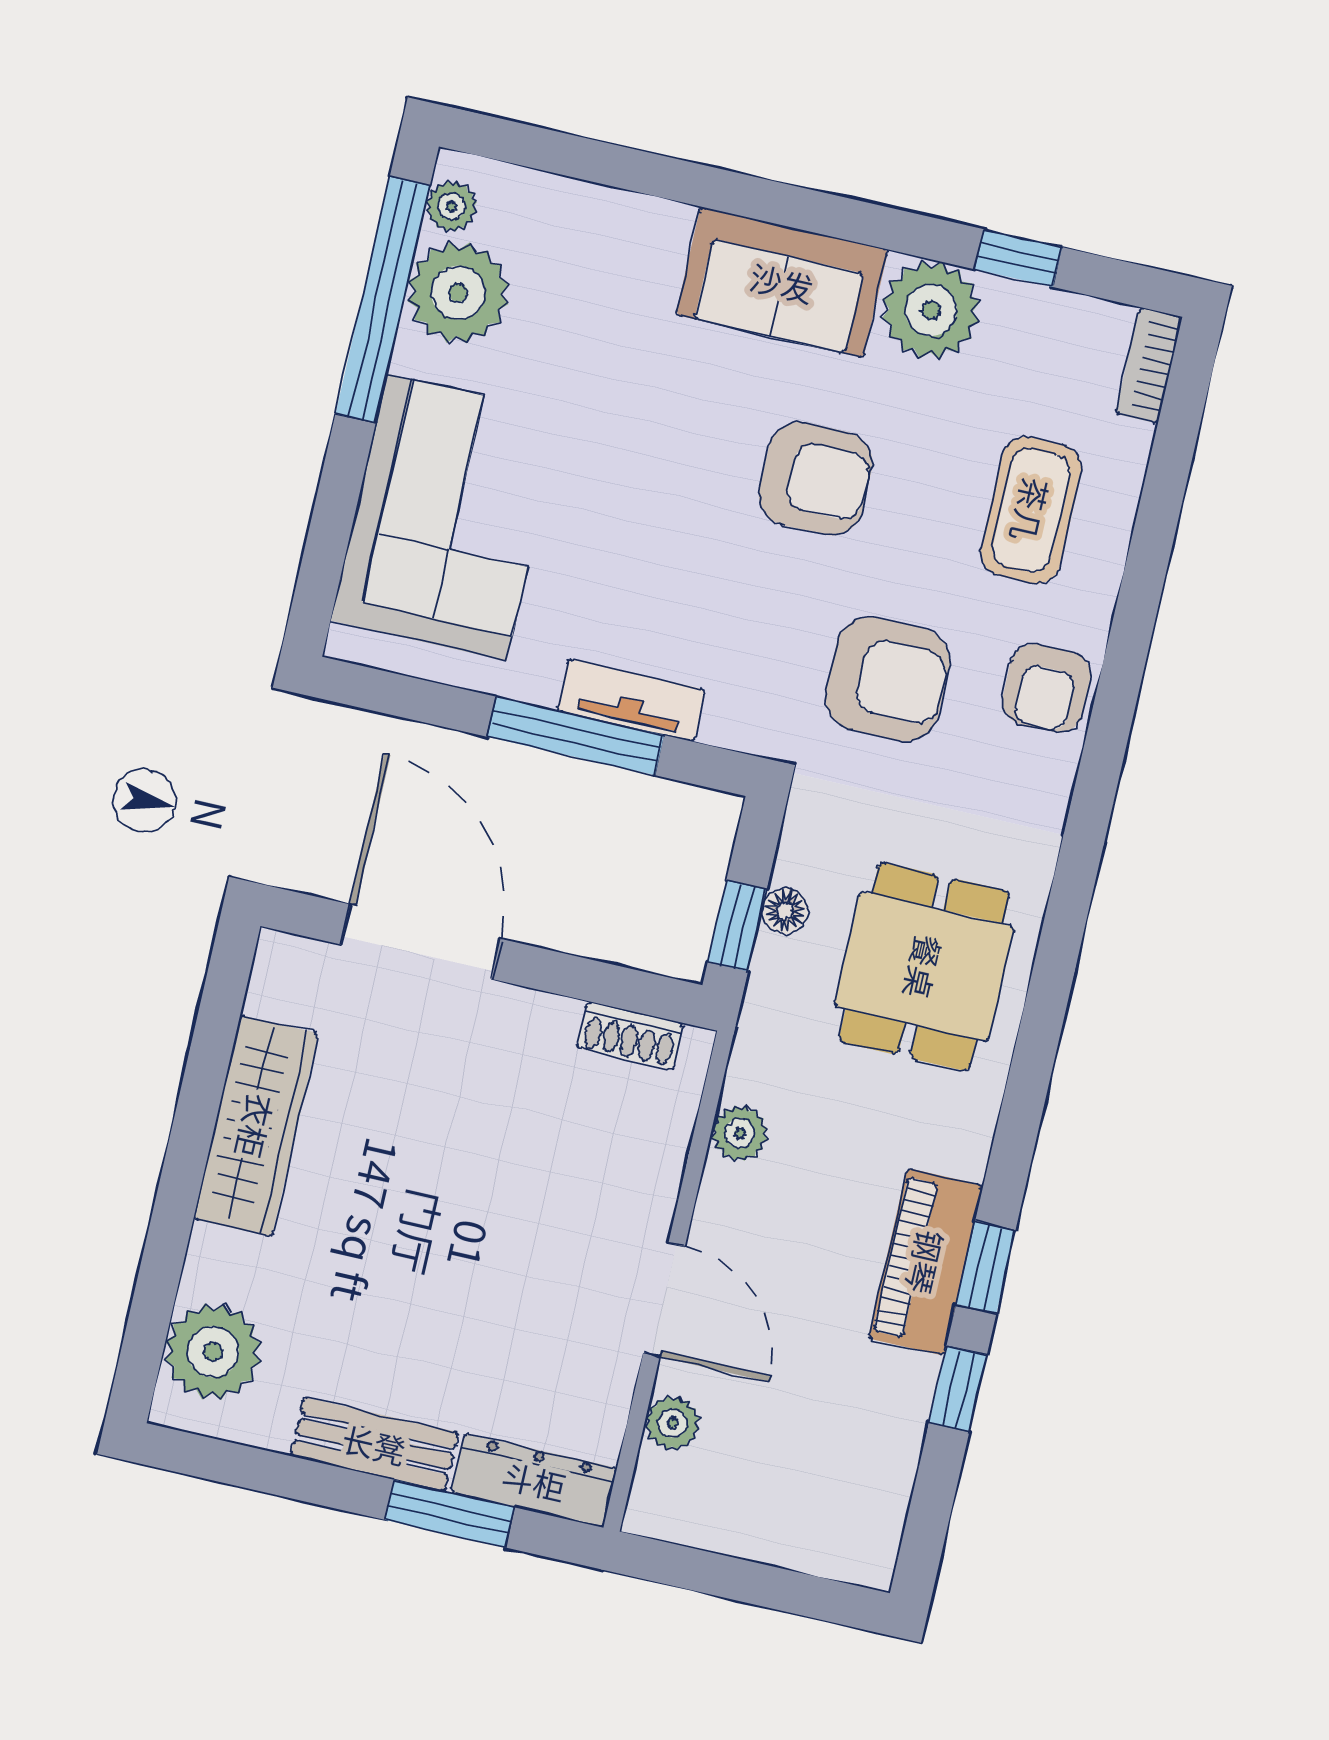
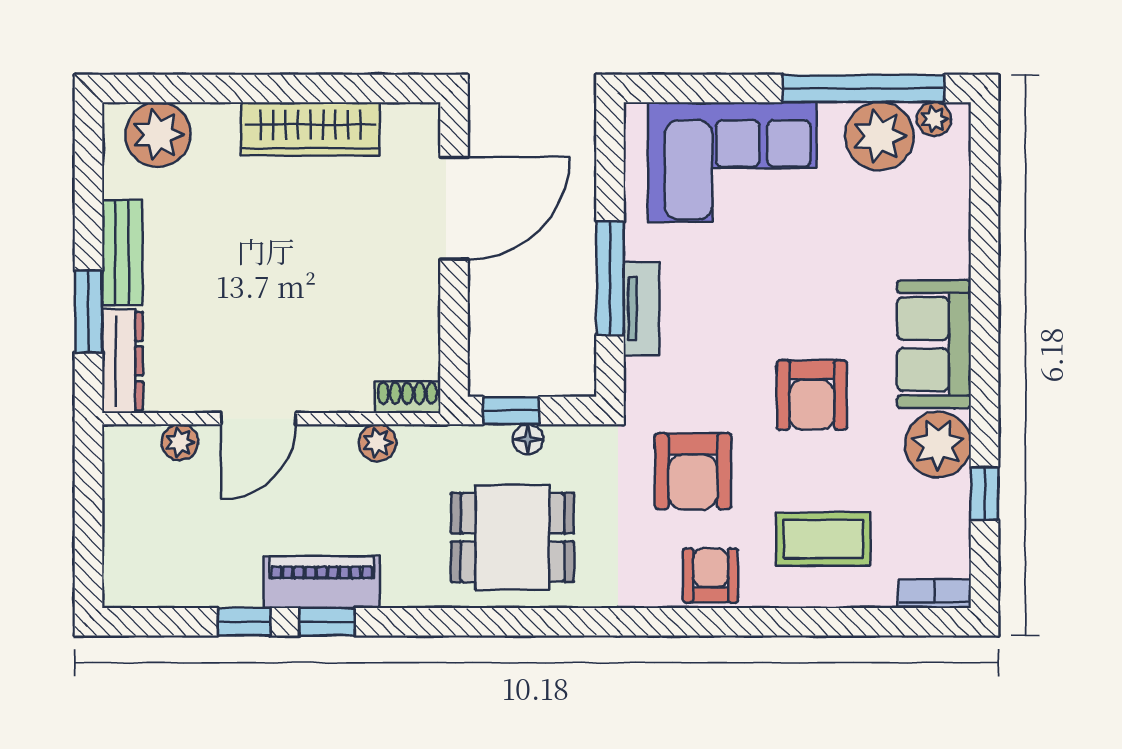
armchair: (1047, 688) -> (711, 575), turned 90
shoe rack: (630, 1035) -> (407, 397), moved, turned 90

